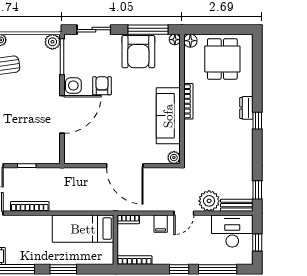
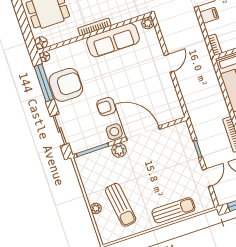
plant: (52, 42) -> (119, 150), moved
door: (125, 166) -> (169, 63), width x0.53

